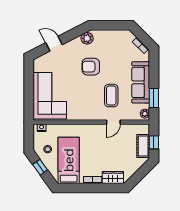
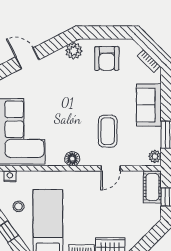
armchair: (91, 67) -> (107, 58), moved, turned -90
sofa: (141, 82) -> (149, 105), width x0.73
floor lamp: (86, 115) -> (72, 159), added
cot: (143, 146) -> (152, 187), moved

